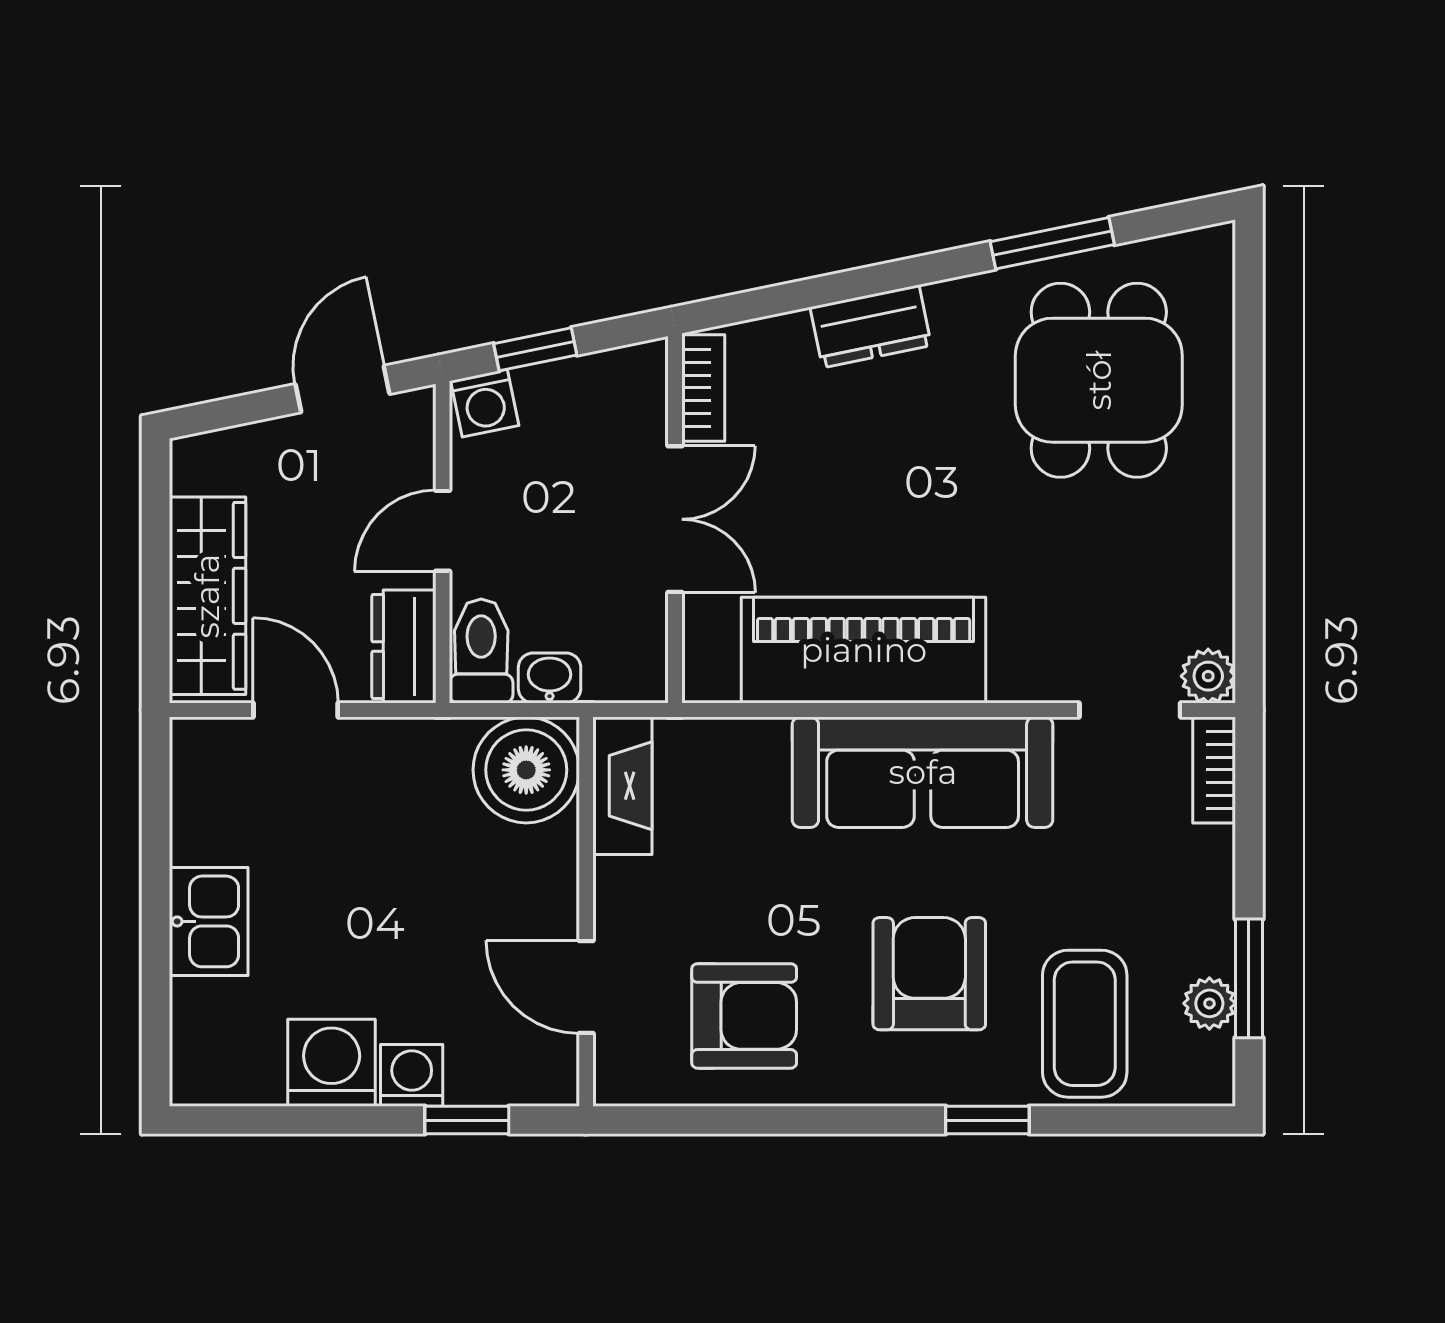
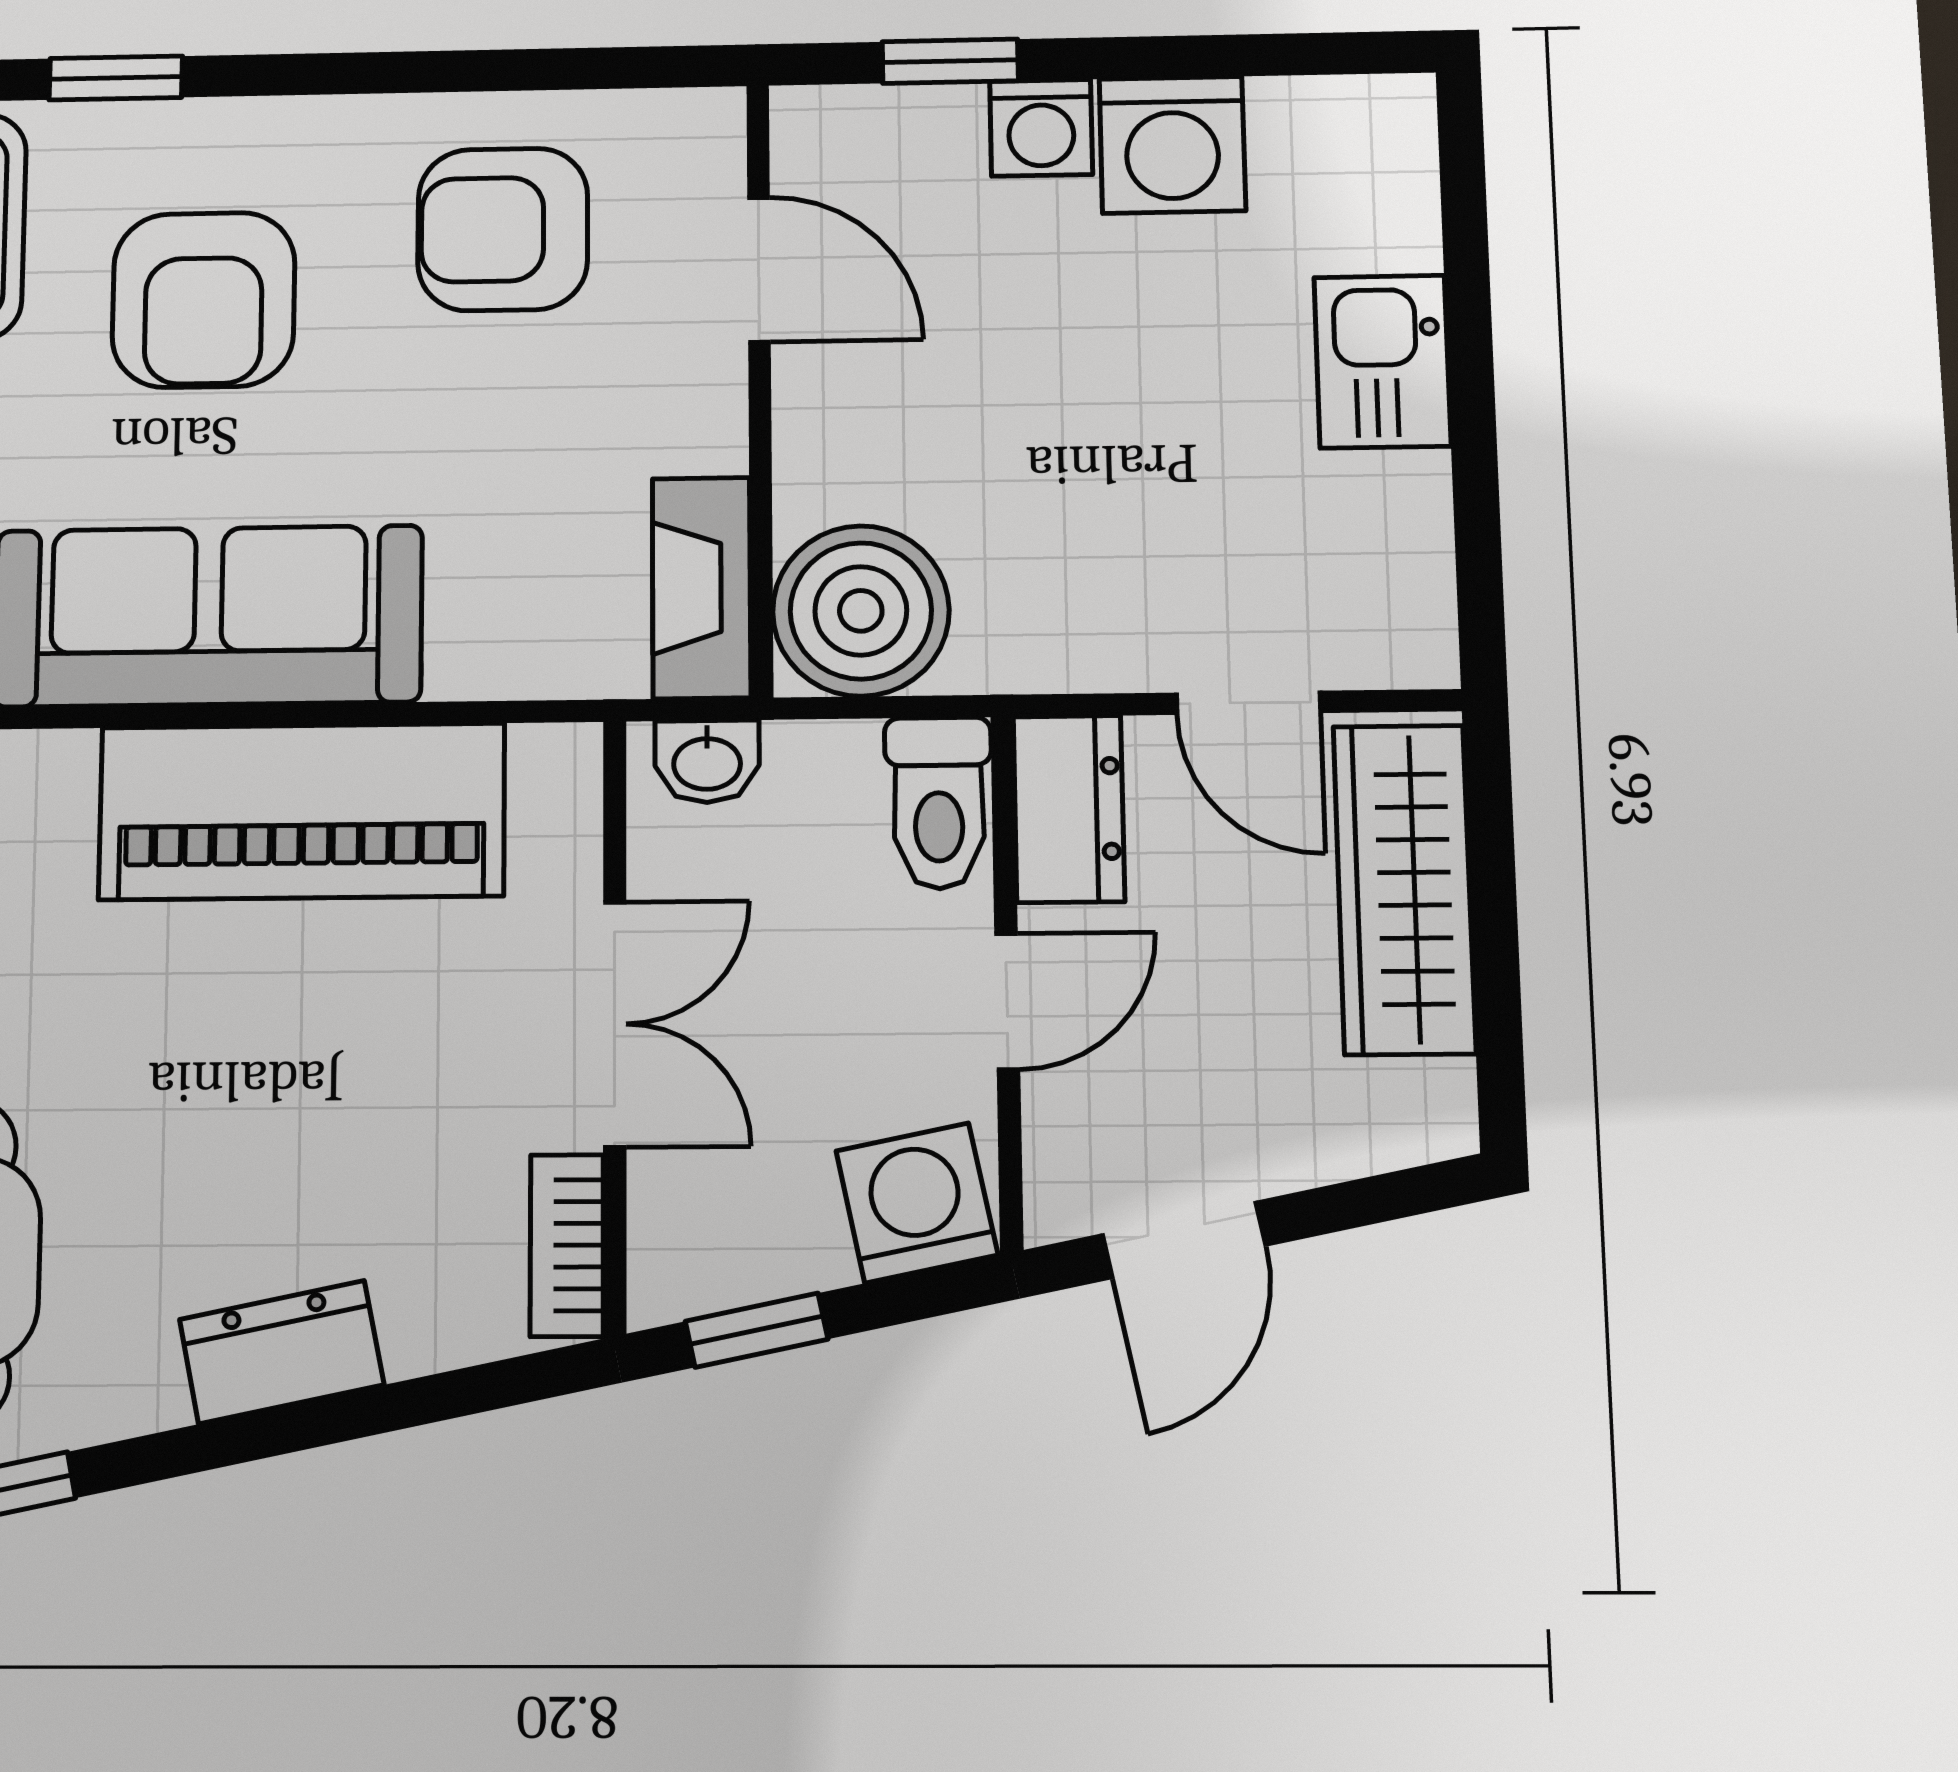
window: (535, 349) -> (757, 1330), moved
washing machine: (485, 403) -> (917, 1203), width x1.38, depth x1.38
double door: (675, 519) -> (615, 1024), swing flipped
washbasin: (550, 678) -> (707, 762), moved

